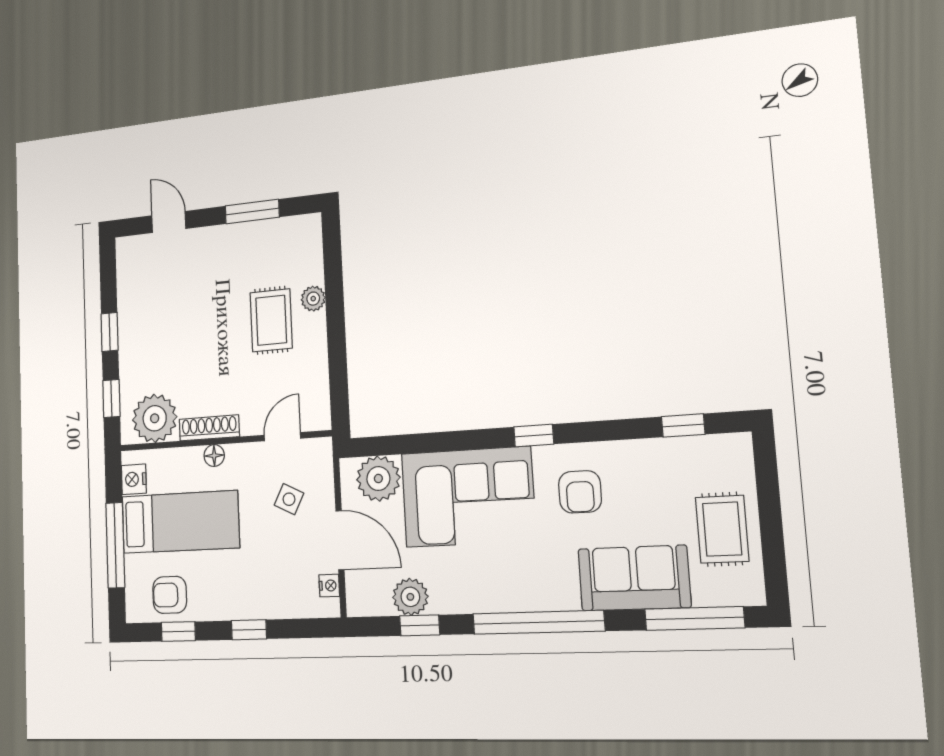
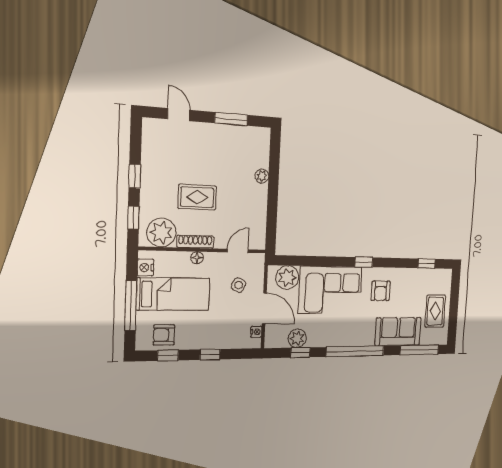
rug: (271, 320) -> (197, 197), moved, turned 90

